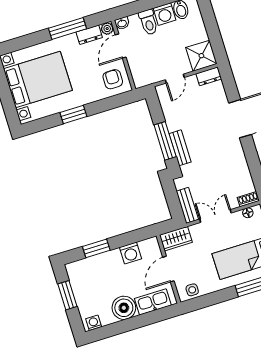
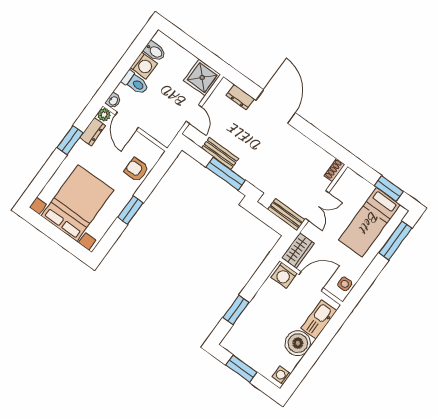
window: (68, 28) -> (70, 140), width x0.69
dresser: (209, 76) -> (240, 97), moved, turned 90
armchair: (113, 79) -> (136, 170), moved
bench: (180, 148) -> (220, 153), moved
floor lamp: (248, 213) -> (343, 182), removed
double door: (215, 216) -> (317, 206), swing flipped
washing machine: (130, 253) -> (284, 275), moved, turned 90
door: (168, 269) -> (311, 281), swing flipped

